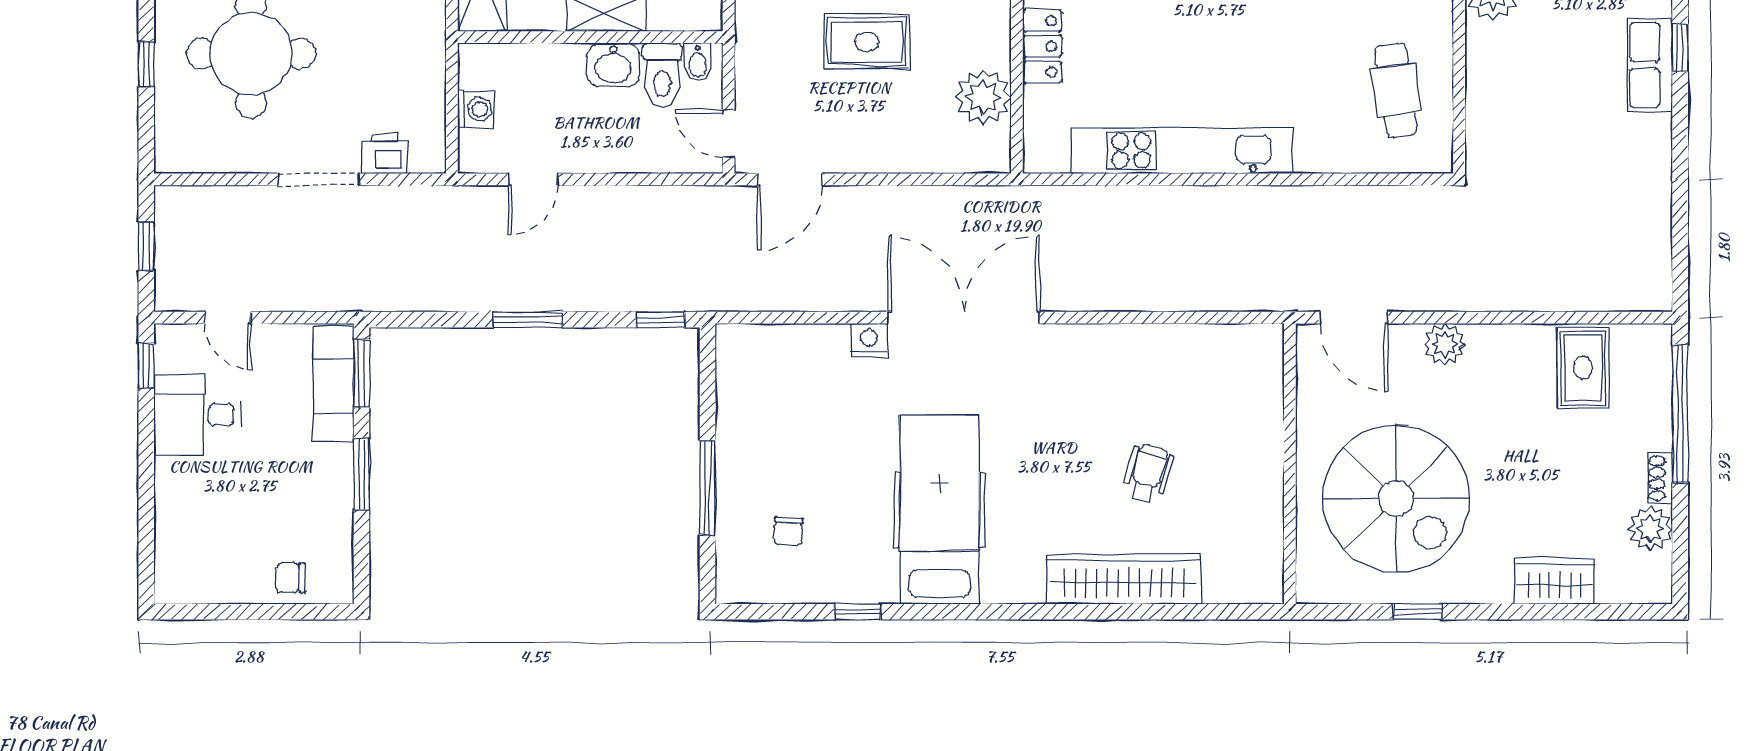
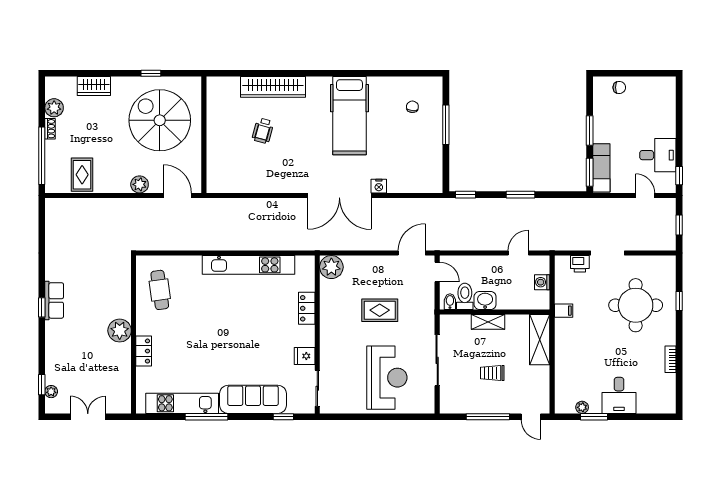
filing cabinet: (424, 41) -> (564, 311), added
plant: (983, 97) -> (331, 267), moved
window: (857, 612) -> (384, 73), removed

